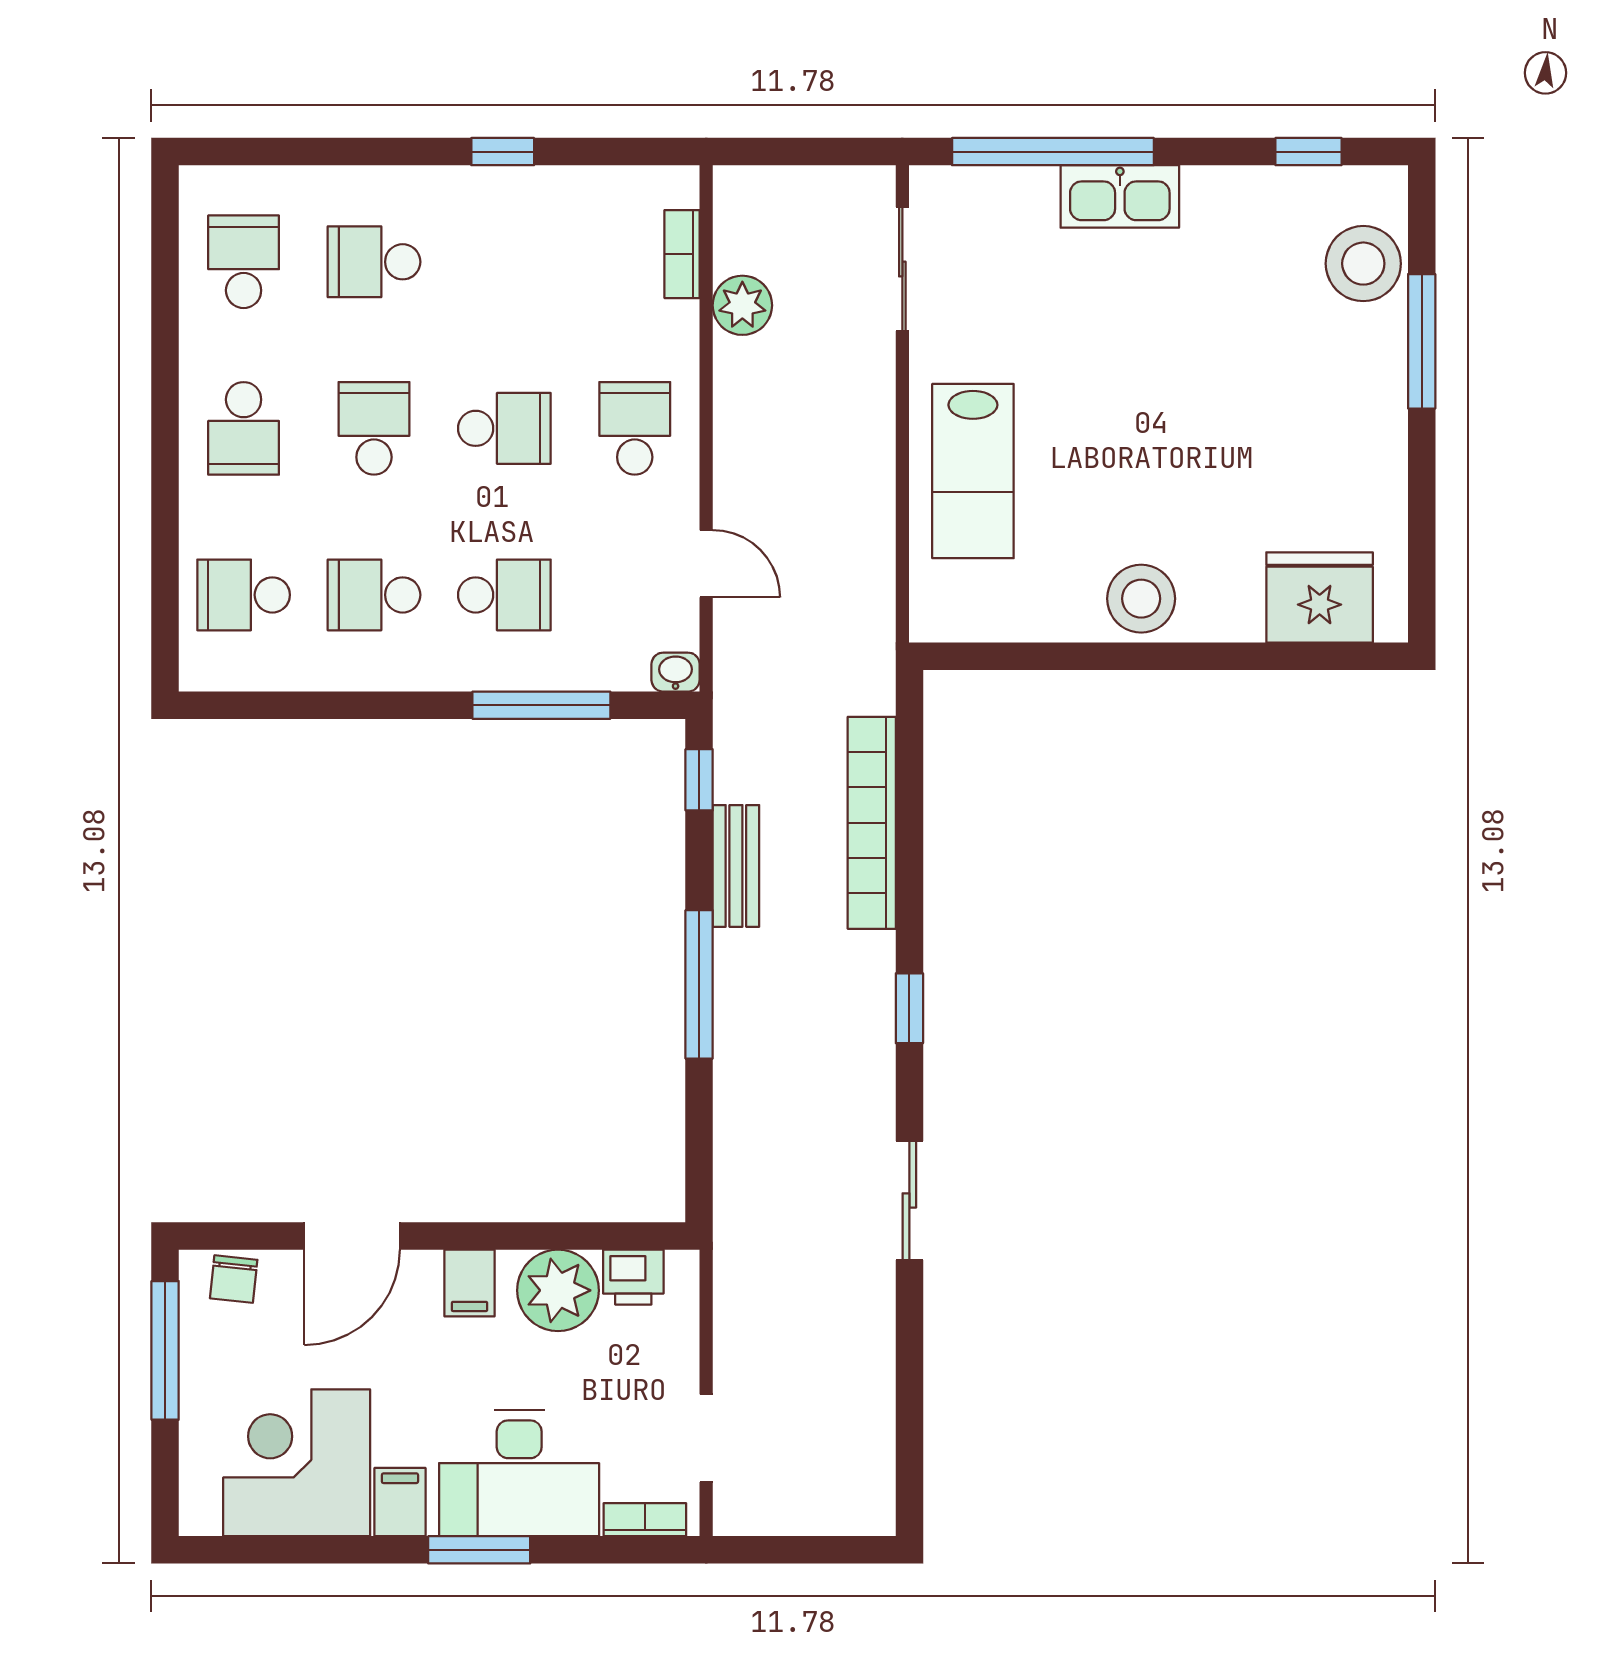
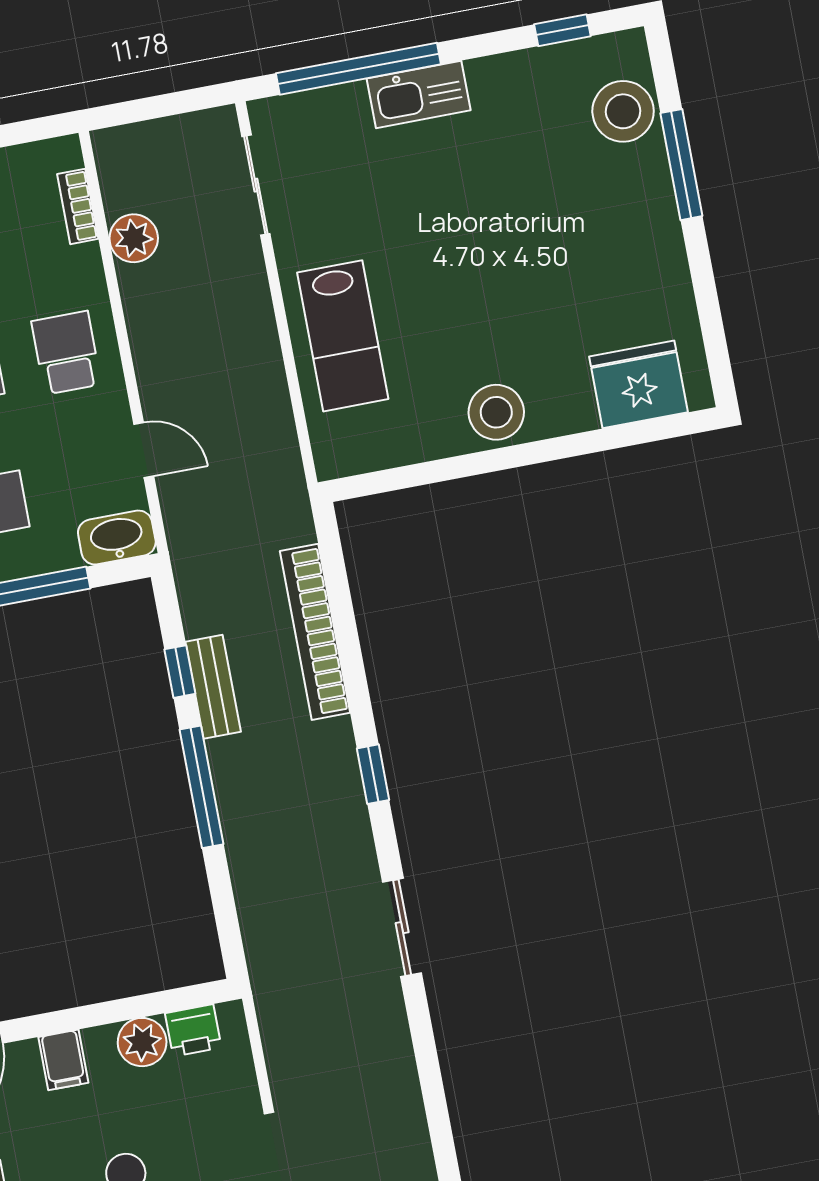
washbasin: (676, 672) -> (117, 538), width x1.91, depth x1.45
window: (699, 780) -> (180, 672), moved
plant: (558, 1290) -> (142, 1042), width x0.73, depth x0.73

